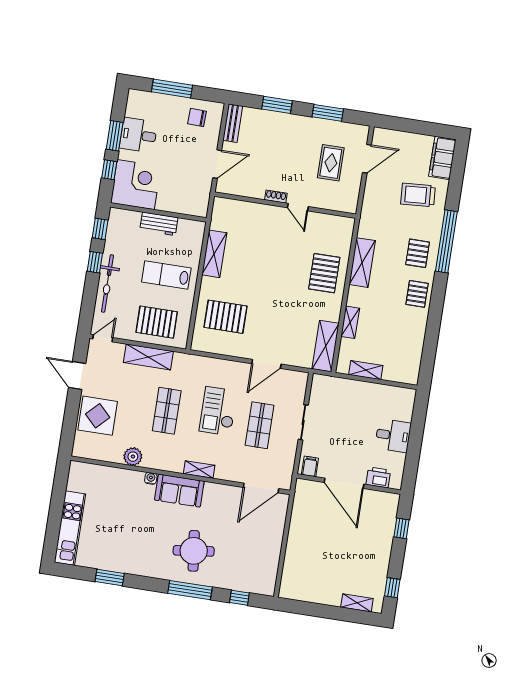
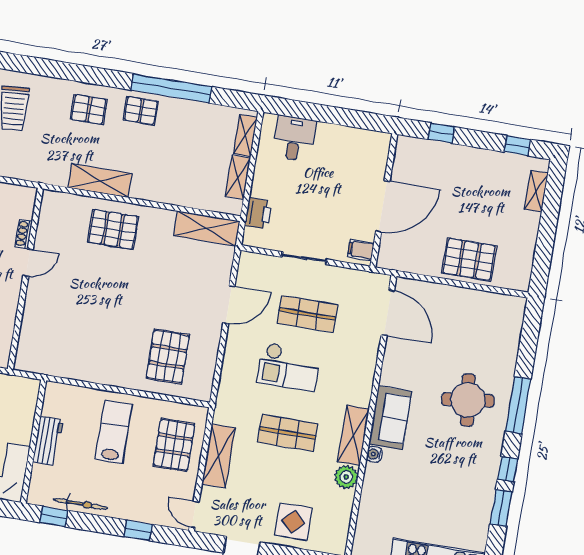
shoe rack: (276, 197) -> (24, 234), moved
window: (446, 241) -> (171, 88), moved
shelving: (214, 254) -> (87, 370), removed
window: (95, 262) -> (138, 530), moved
lab bench: (166, 275) -> (114, 432), turned 180
bicycle: (107, 283) -> (81, 504), moved, width x0.73, depth x0.71
shelving: (350, 322) -> (245, 135), moved, turned 90
door: (266, 364) -> (229, 305), hinge flipped
display table: (98, 416) -> (293, 522), width x0.73, depth x0.73
desk: (393, 436) -> (294, 138), moved
shelving: (199, 469) -> (353, 435), moved, width x1.50, depth x1.33
printer: (378, 477) -> (258, 213), moved, turned 180
pallet: (303, 551) -> (469, 259), added
window: (239, 598) -> (508, 469), moved

